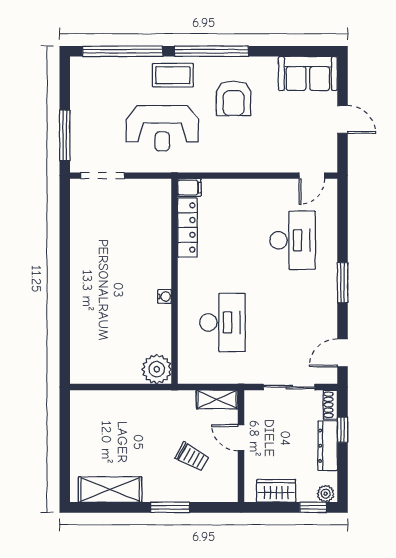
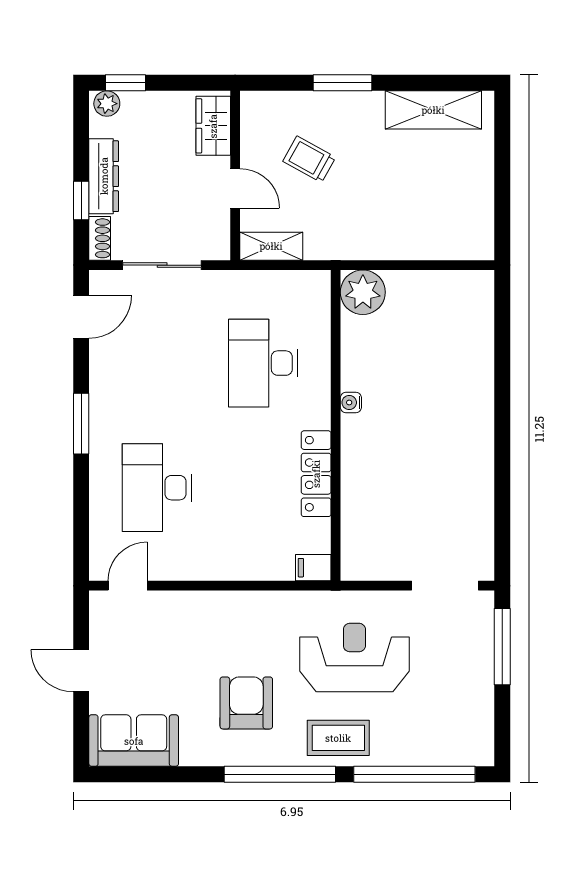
locker: (187, 227) -> (316, 474), moved
wardrobe: (276, 491) -> (213, 126), moved, turned 90

